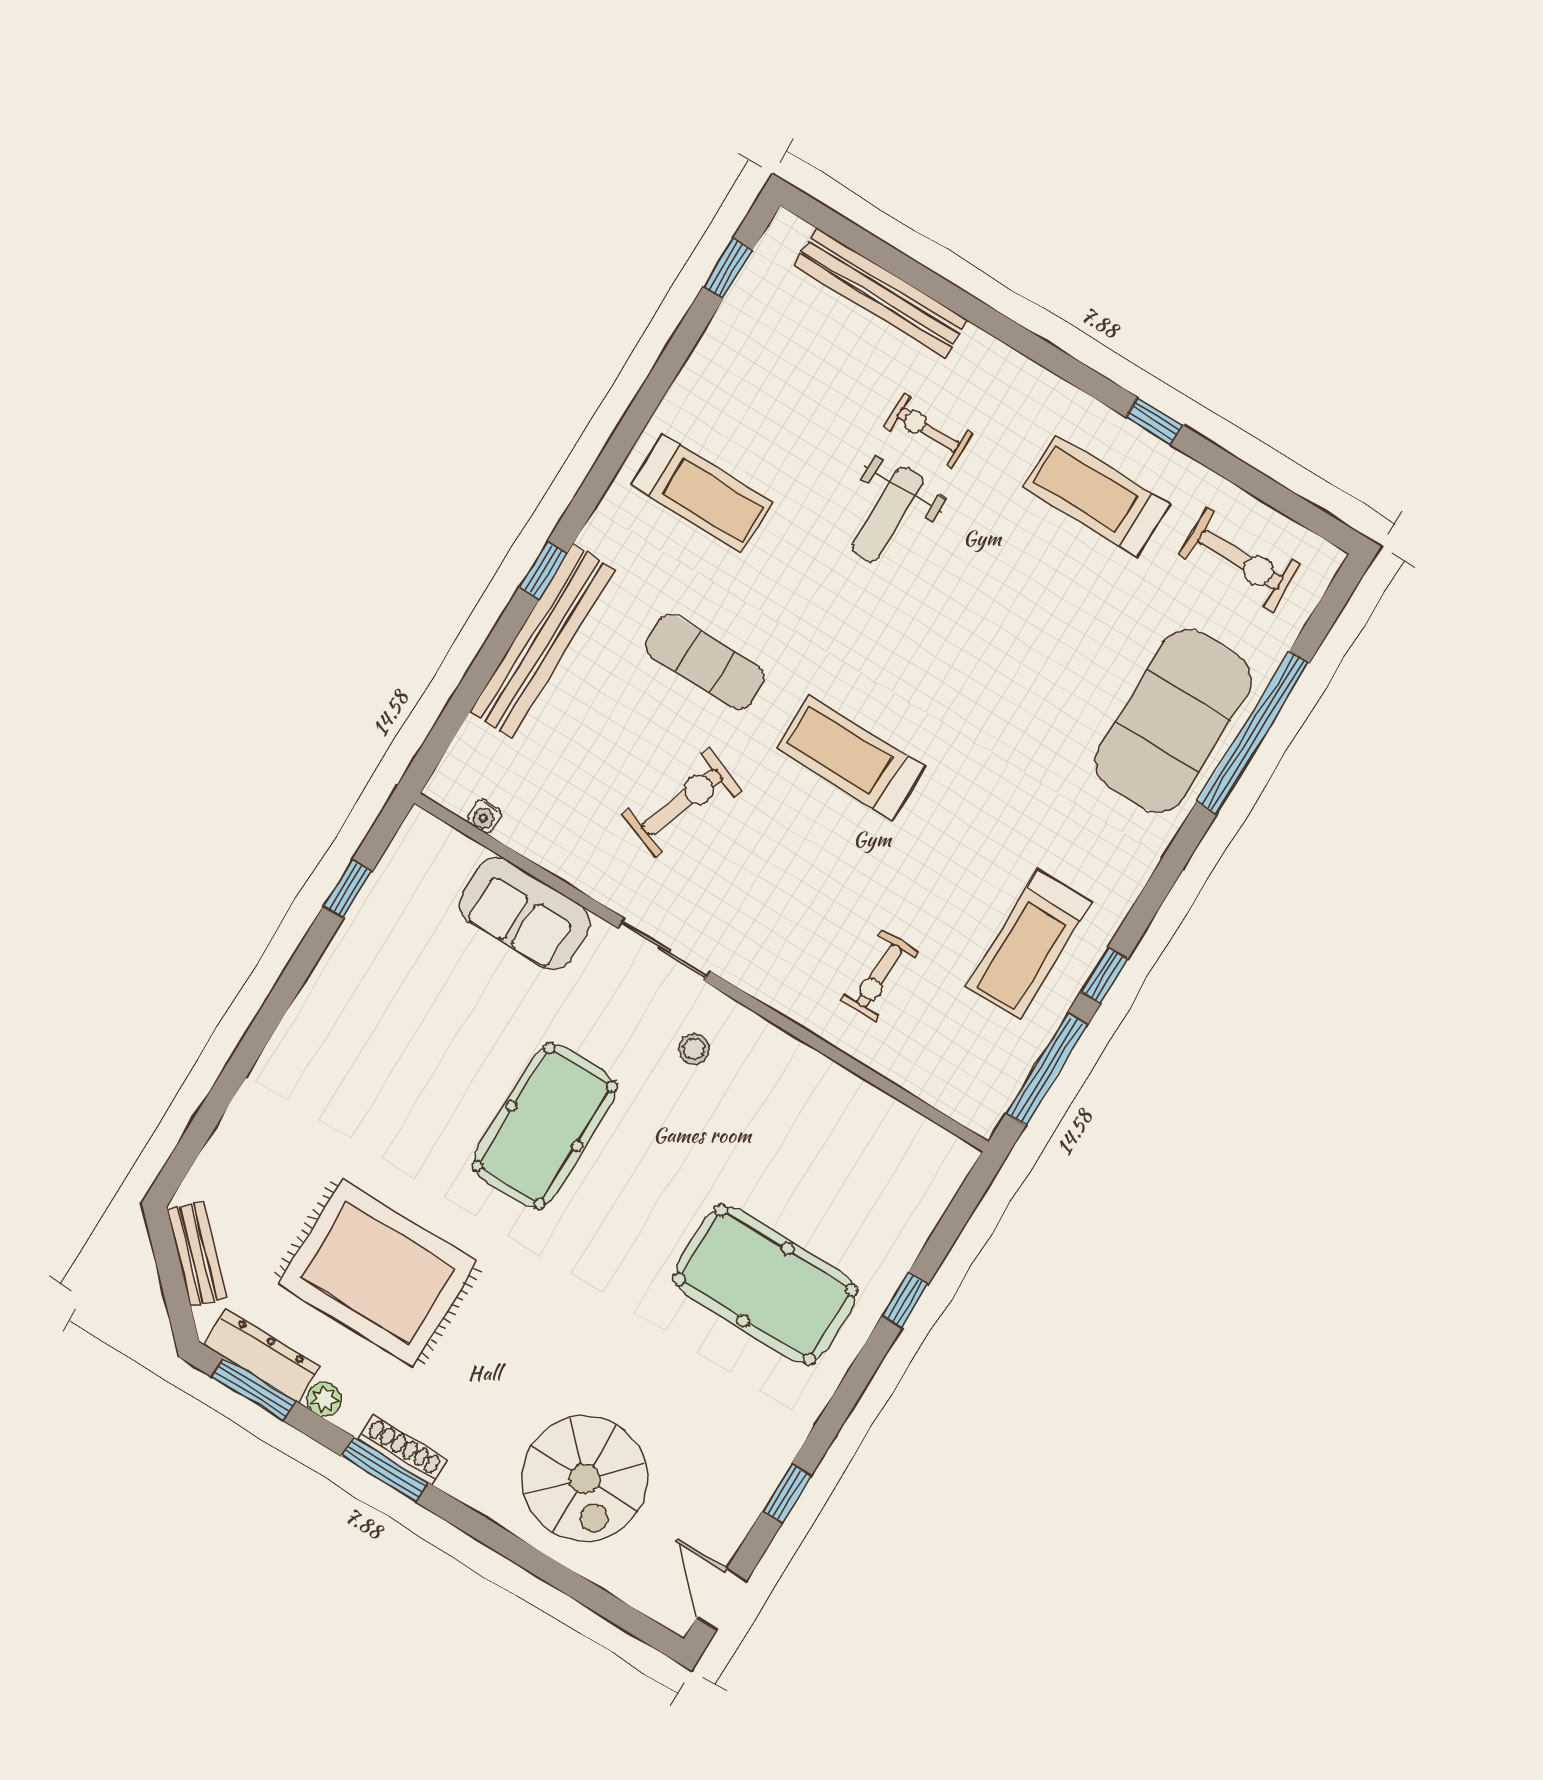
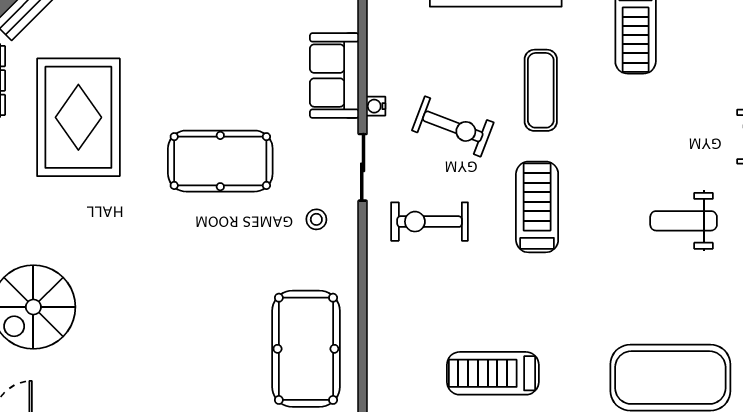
weight bench: (888, 514) -> (684, 221), moved
water cooler: (484, 816) -> (376, 106), moved
exercise bike: (879, 976) -> (430, 222), moved, width x1.38, depth x1.39
pool table: (765, 1285) -> (306, 349), moved

